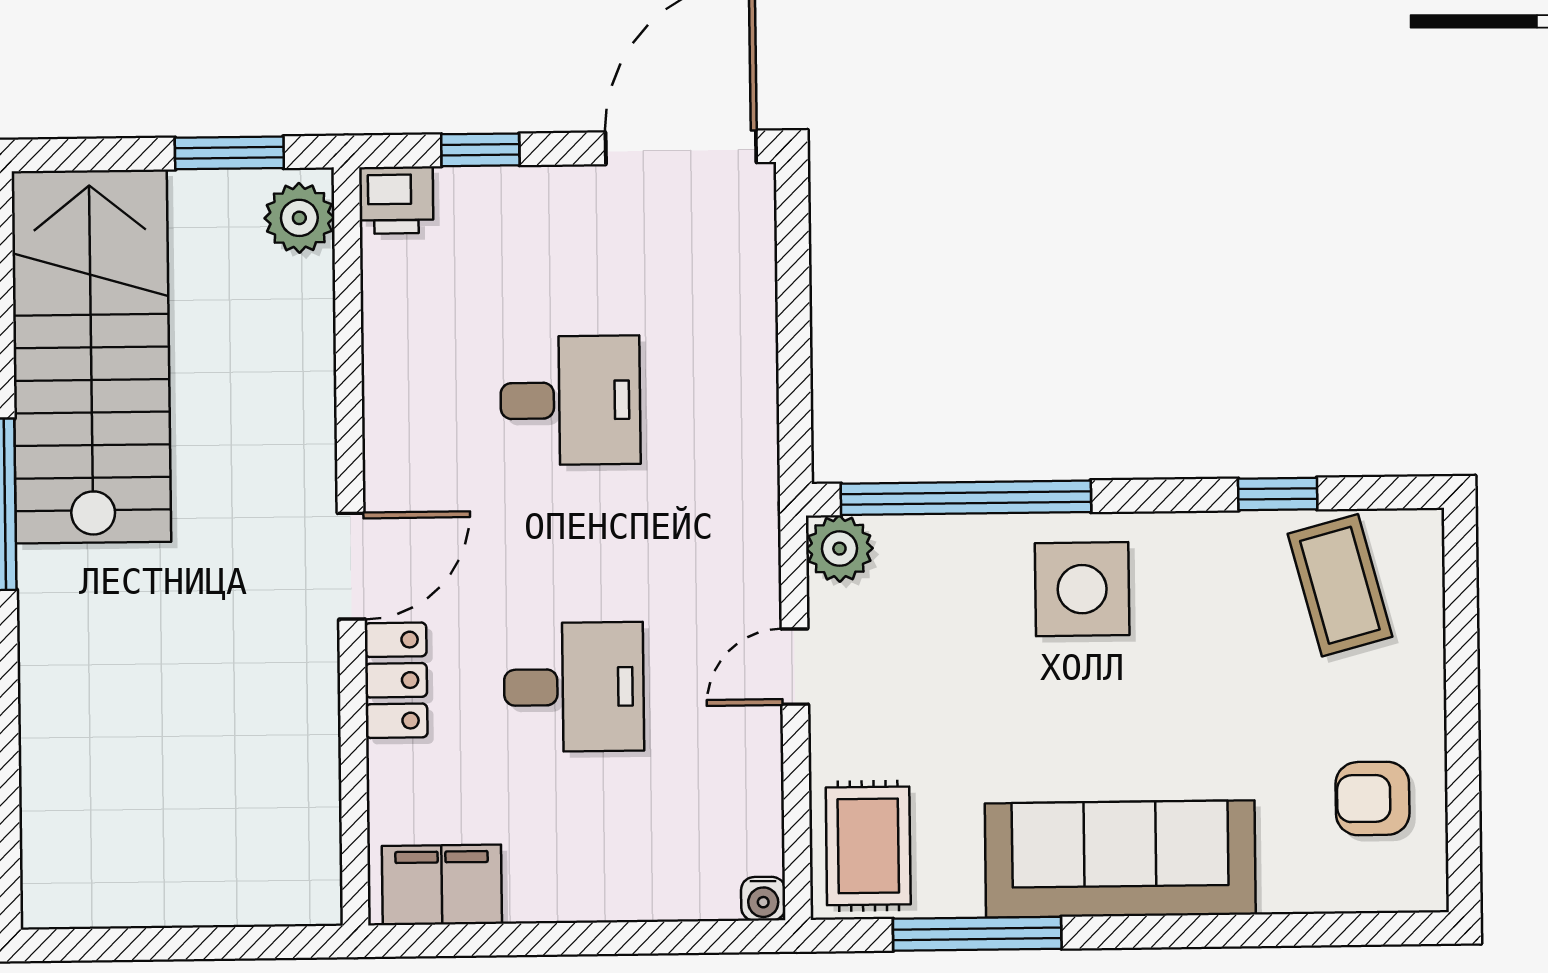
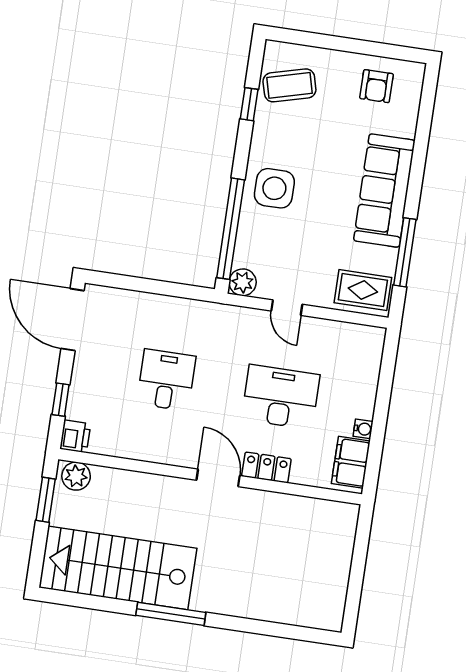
desk: (574, 687) -> (281, 397), width x1.37
water cooler: (763, 899) -> (363, 429), moved

